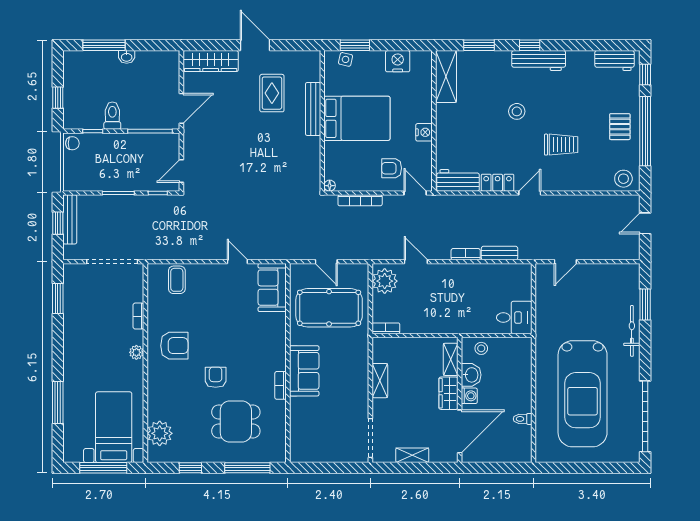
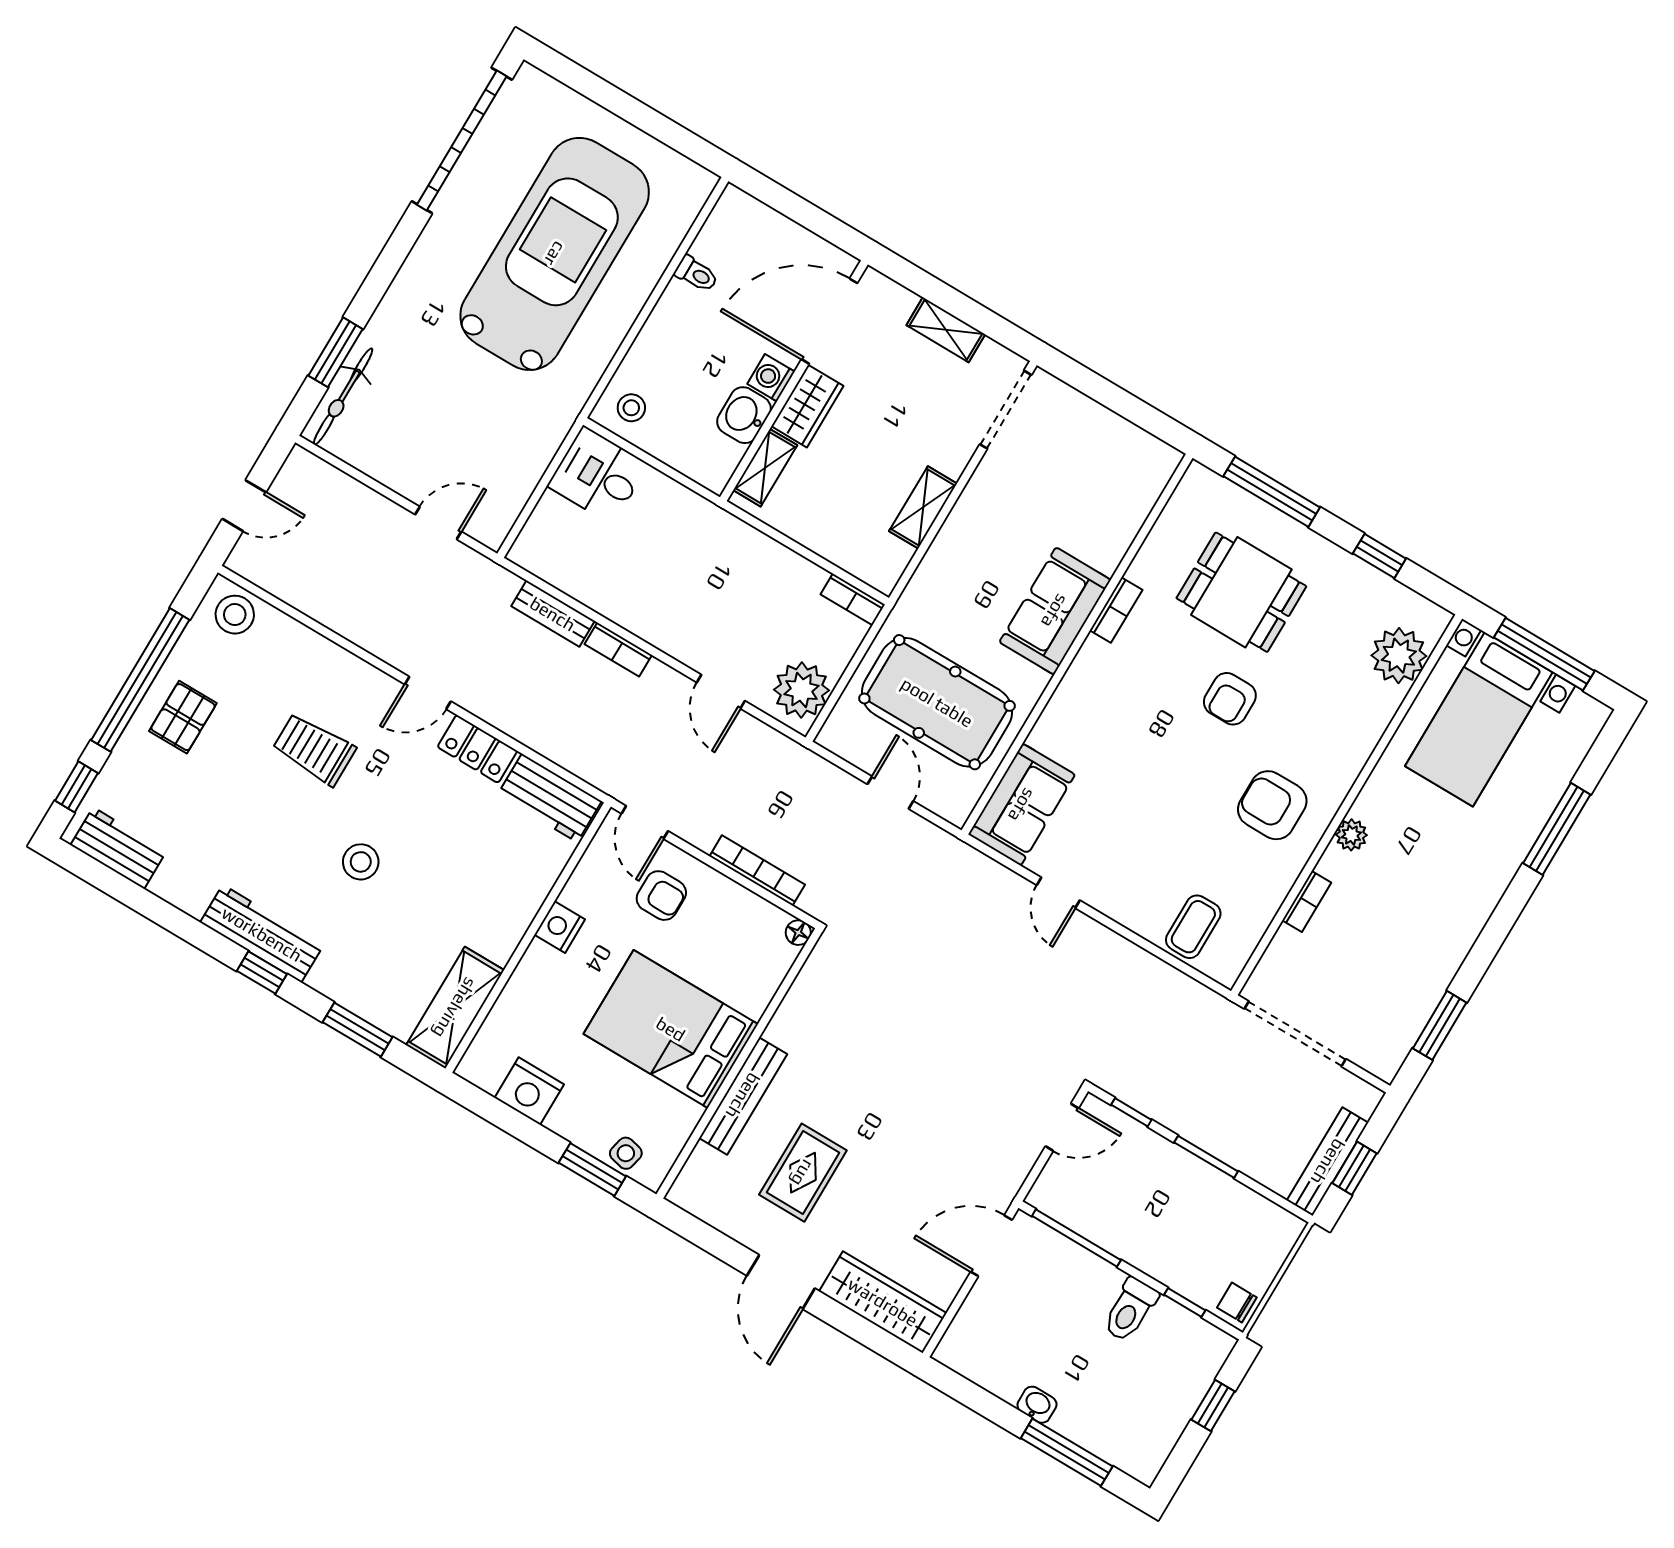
bicycle: (632, 331) -> (343, 397), moved
stool: (481, 348) -> (631, 408), moved

